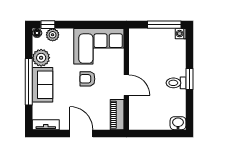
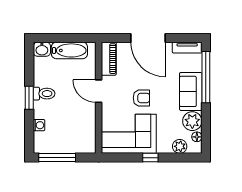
window: (48, 25) -> (150, 158), moved
floor lamp: (37, 33) -> (197, 137), moved
washing machine: (181, 34) -> (39, 125), moved
window: (29, 82) -> (206, 77), moved
bathtub: (153, 122) -> (69, 50), added
door: (81, 133) -> (148, 38), width x1.36

